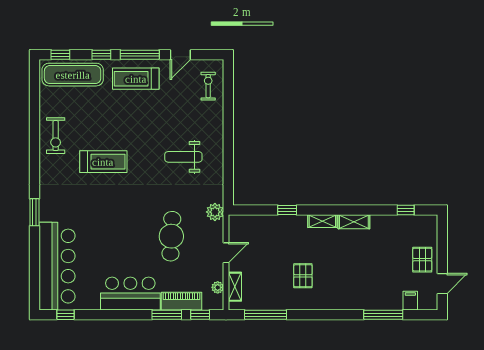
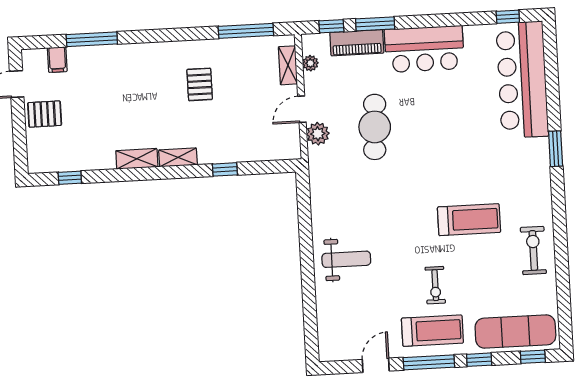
exercise bike: (208, 86) -> (435, 285), moved
weight bench: (183, 157) -> (346, 259), moved
treadmill: (103, 162) -> (469, 220), turned 180
plant: (215, 212) -> (318, 134), moved
pallet: (422, 260) -> (45, 114), turned 90

